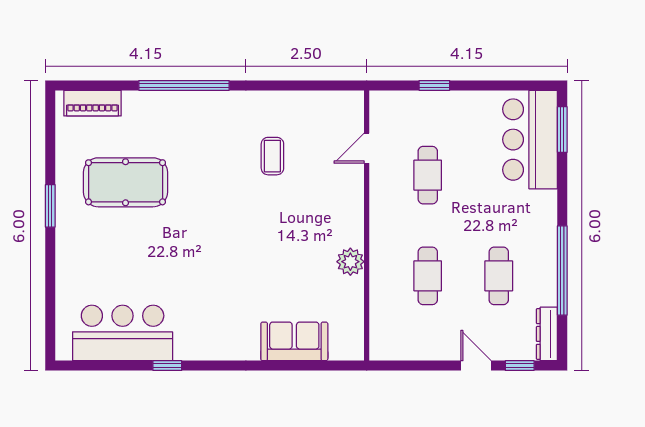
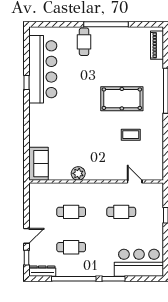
window: (562, 130) -> (113, 279), moved
pool table: (126, 182) -> (122, 99), moved, turned 90
window: (50, 206) -> (106, 24), width x2.11
cafe table: (86, 250) -> (84, 42), added
bar counter: (123, 333) -> (43, 69), width x1.36
sofa: (294, 341) -> (39, 164), moved

